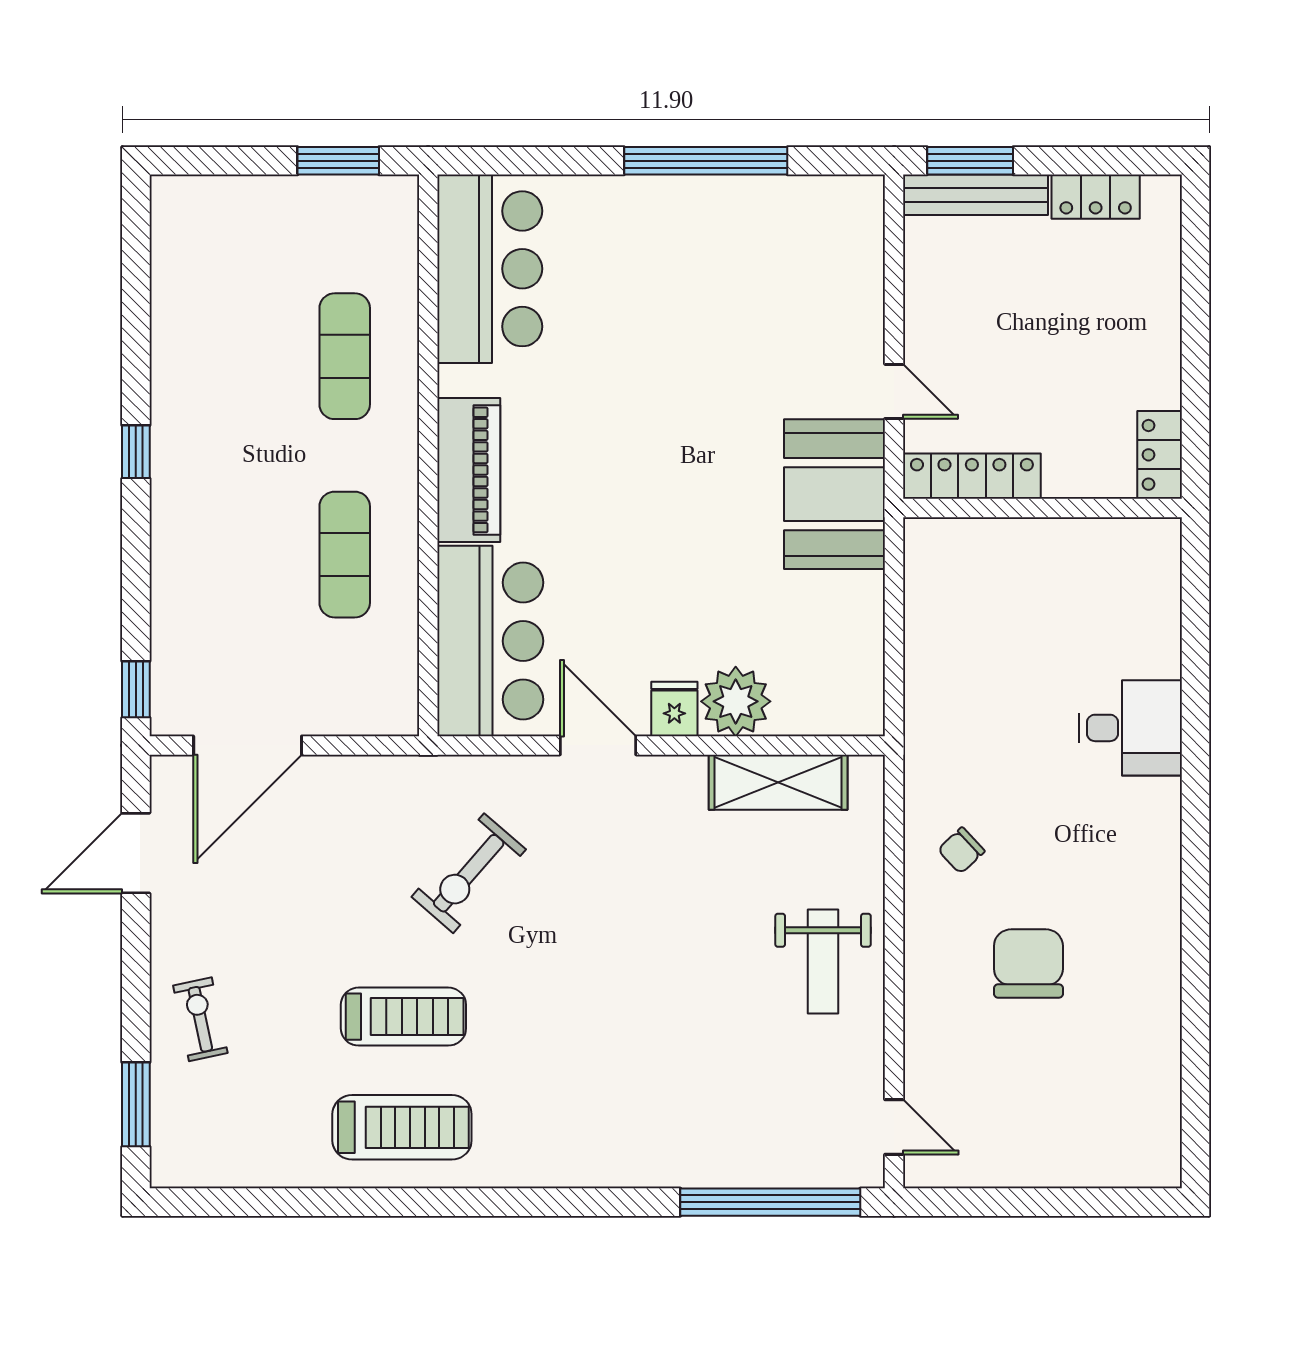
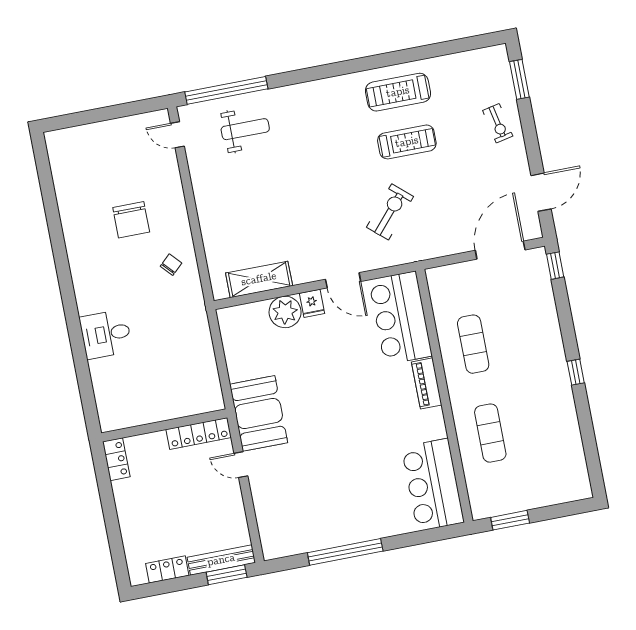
piano: (469, 470) -> (427, 383), width x0.73, depth x0.75
weight bench: (823, 962) -> (245, 129), moved, turned 90
treadmill: (403, 1017) -> (407, 142), turned 180

